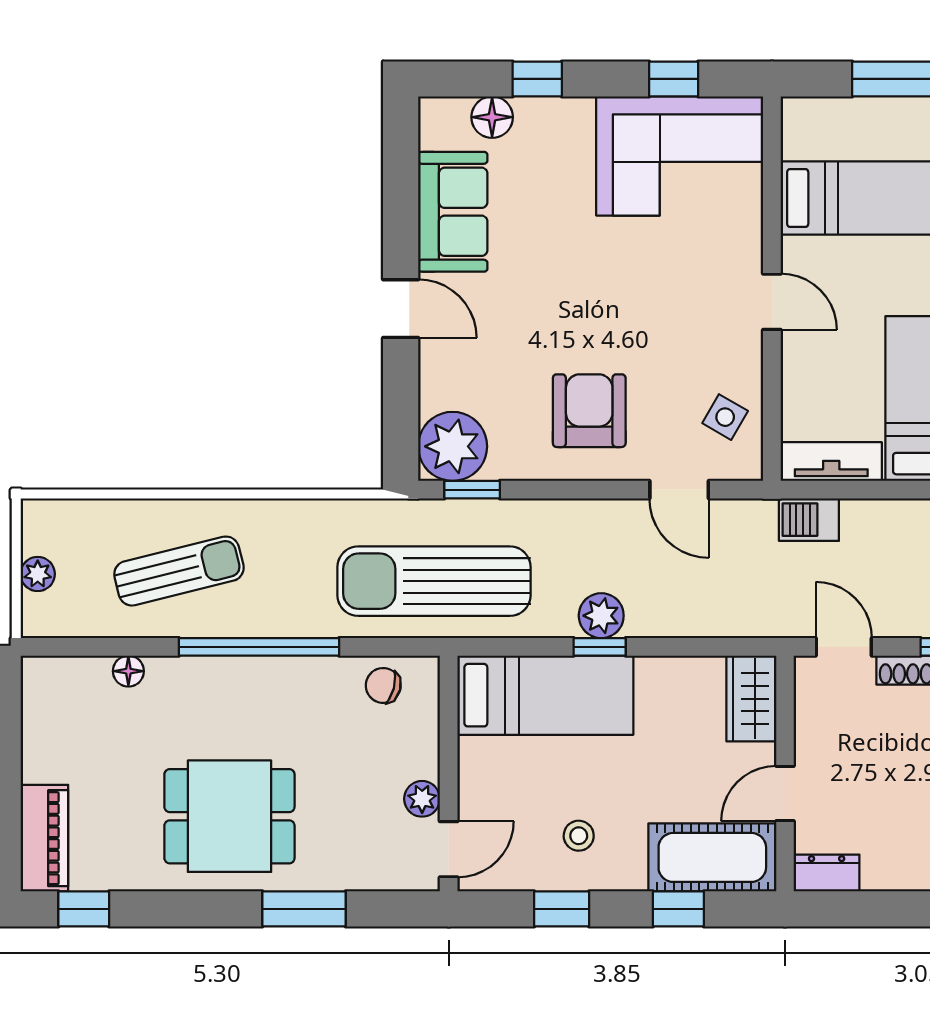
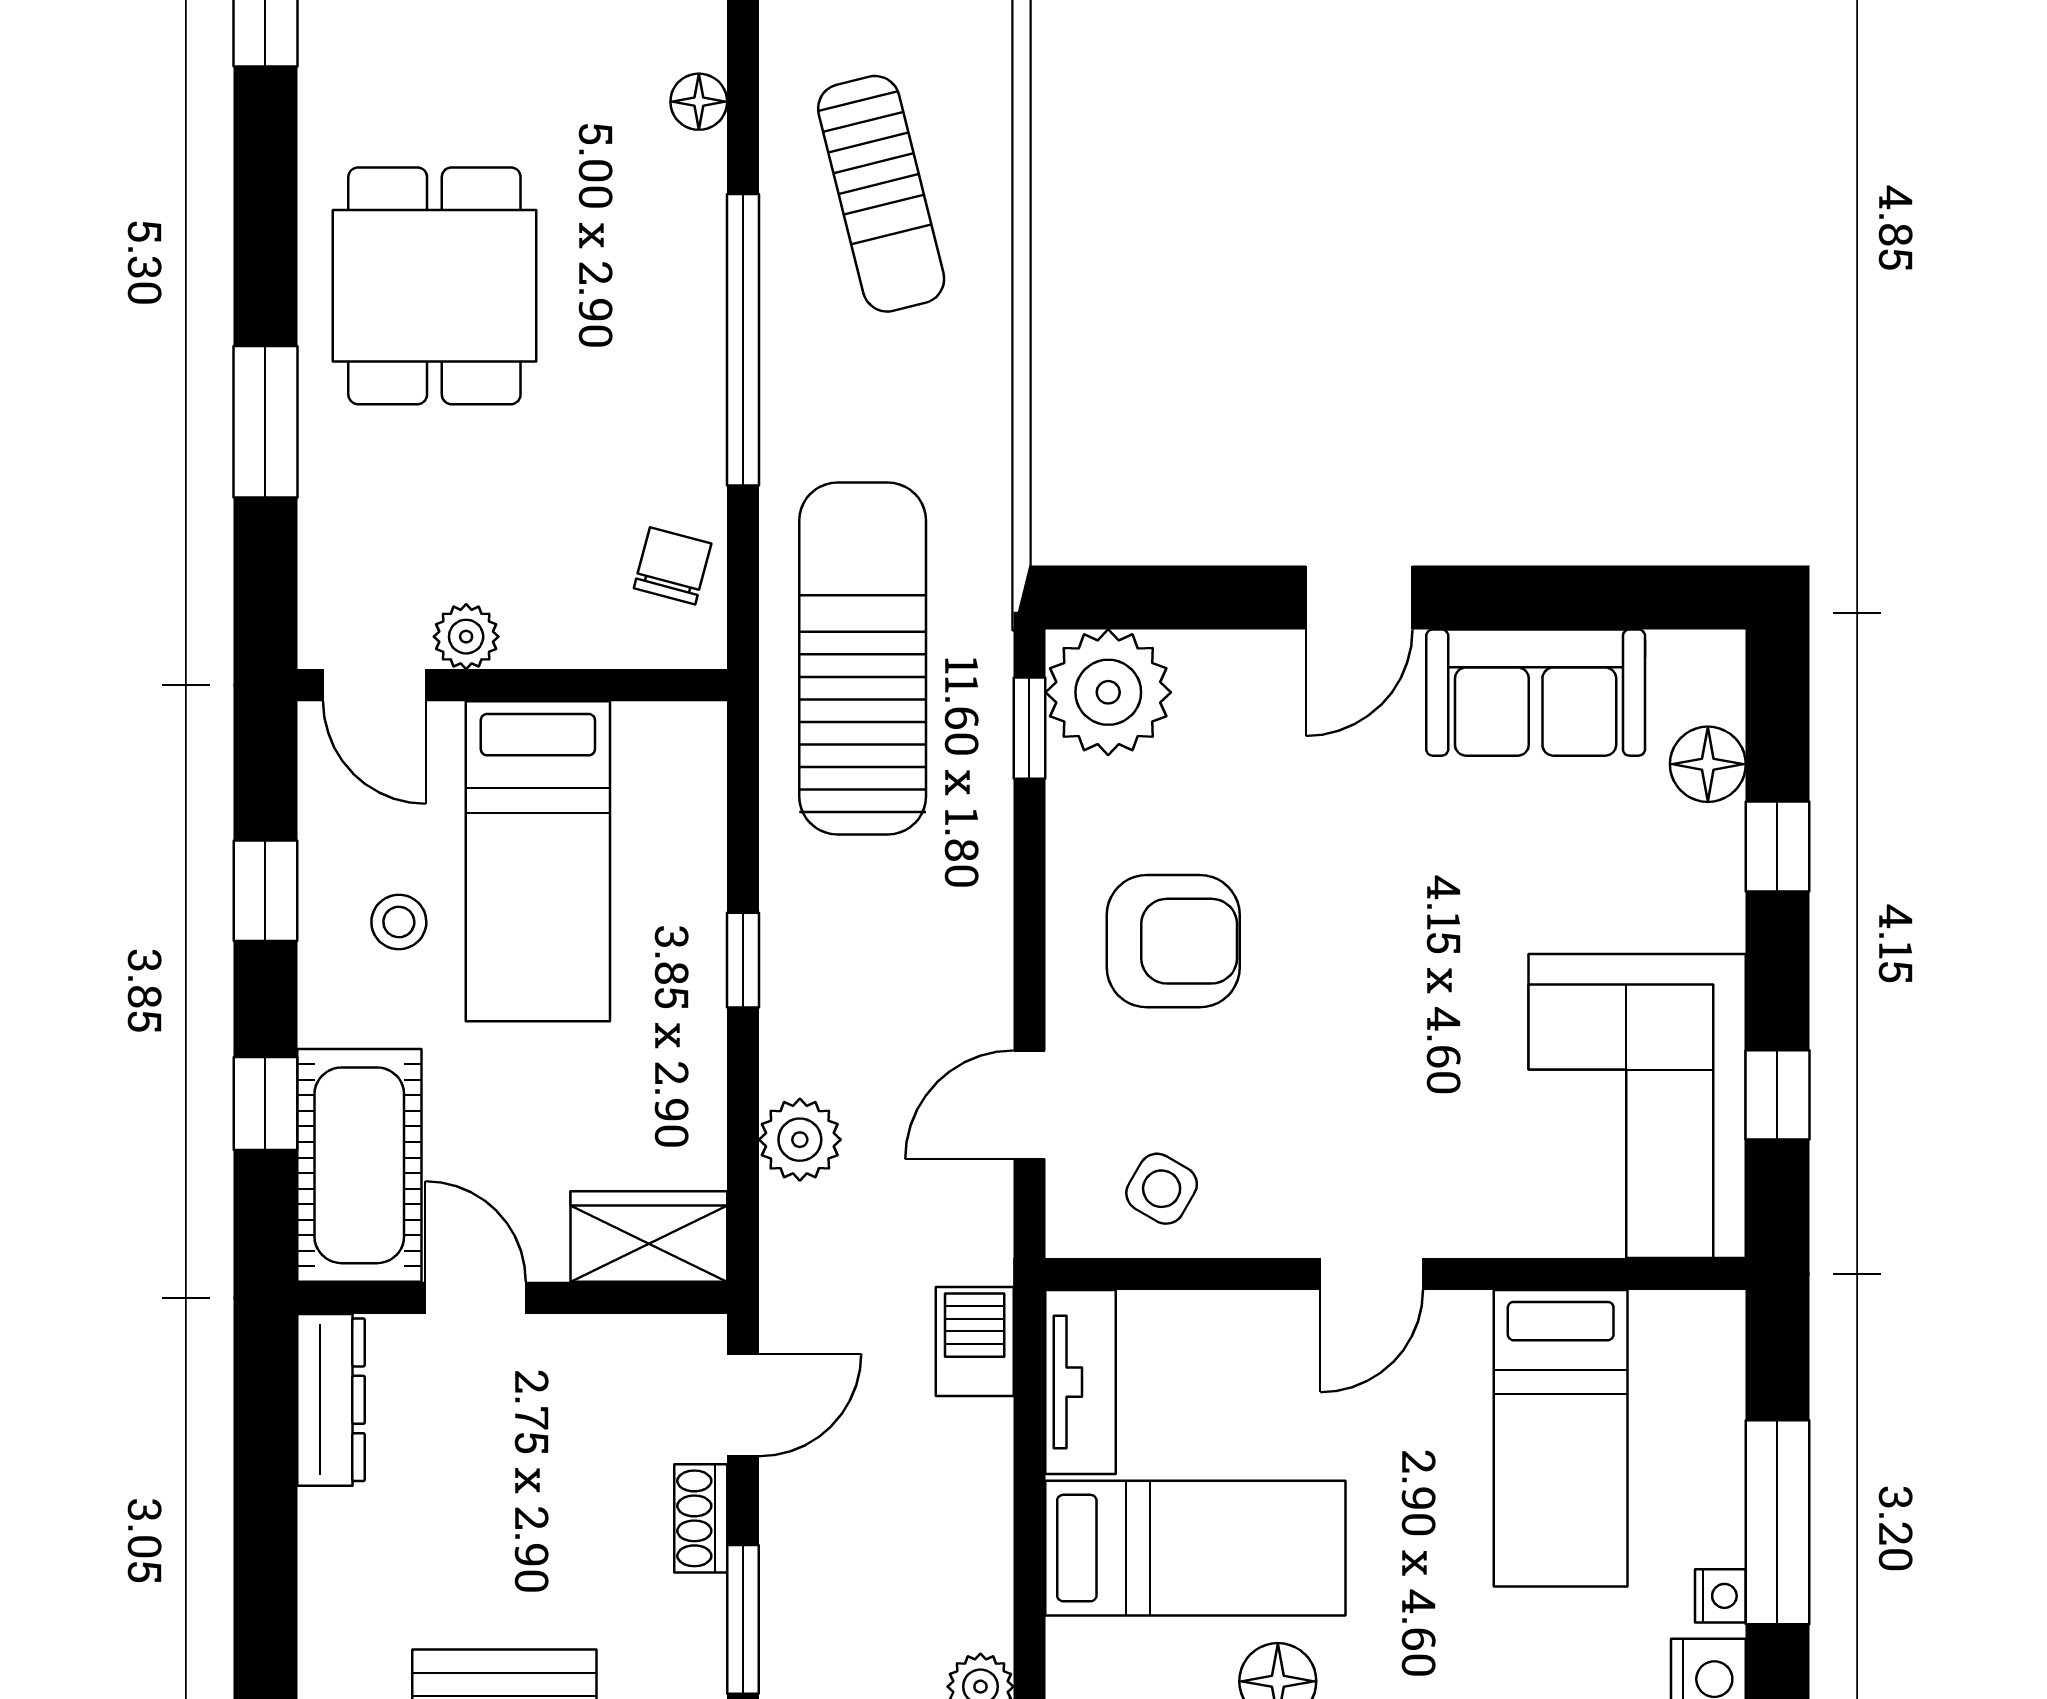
plant: (601, 616) -> (800, 1140), moved
bed: (545, 695) -> (538, 861), moved
dresser: (827, 873) -> (331, 1400), width x1.44

